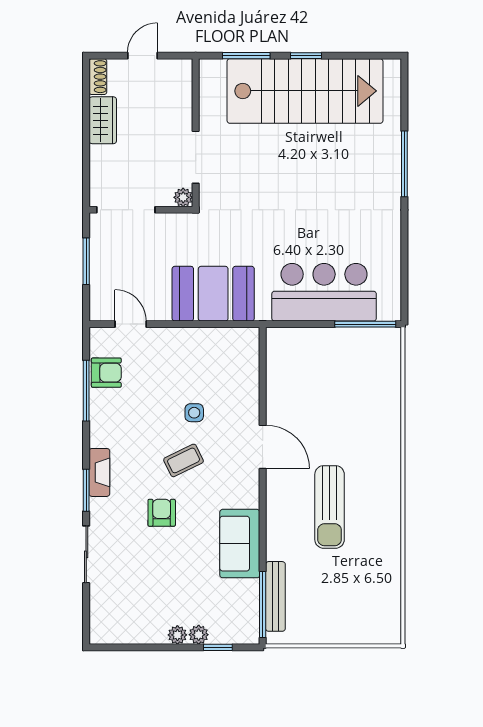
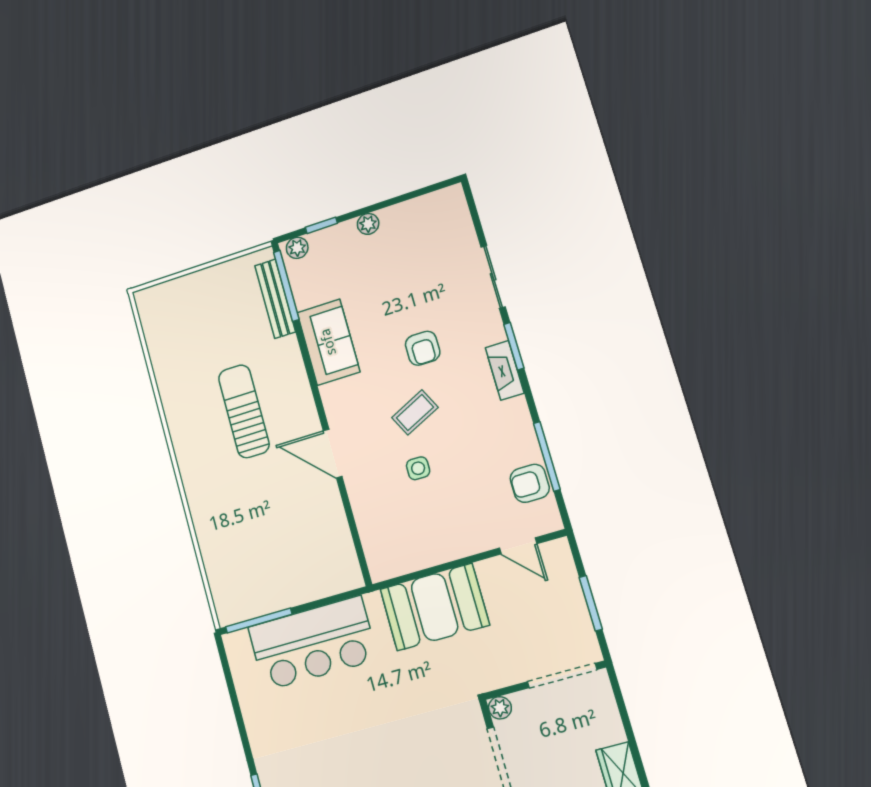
plant: (199, 635) -> (297, 248), moved

